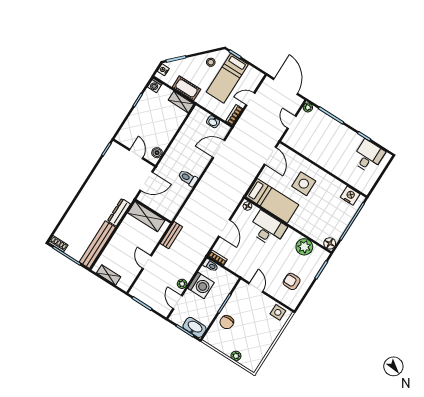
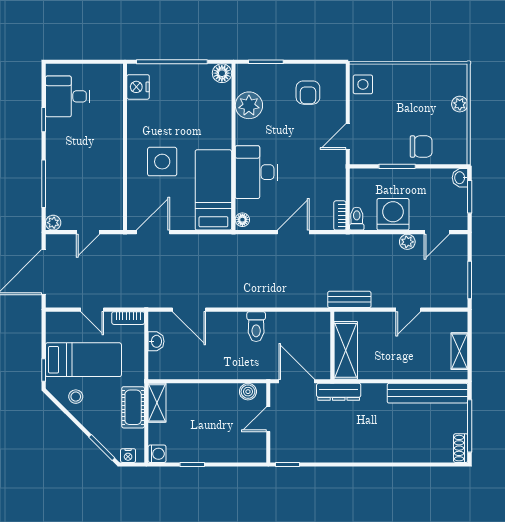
dresser: (119, 212) -> (339, 392), moved
washbasin: (195, 327) -> (460, 178), width x0.52, depth x0.69

